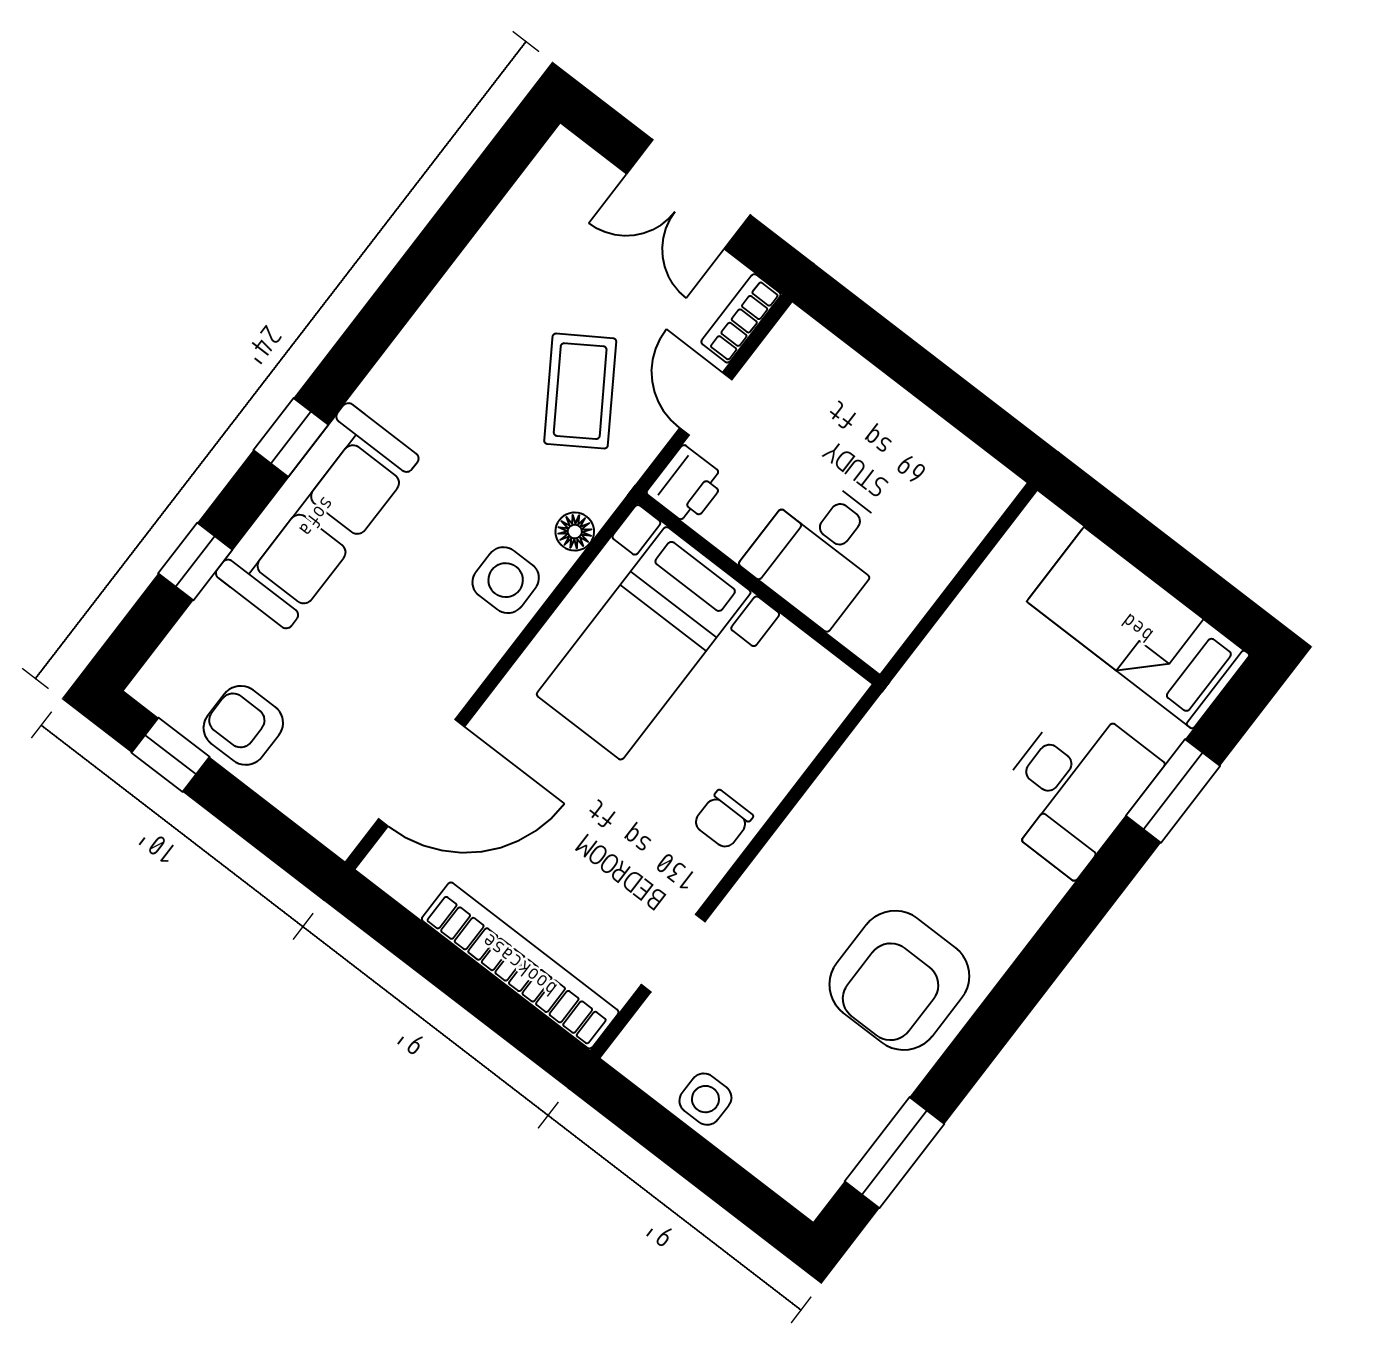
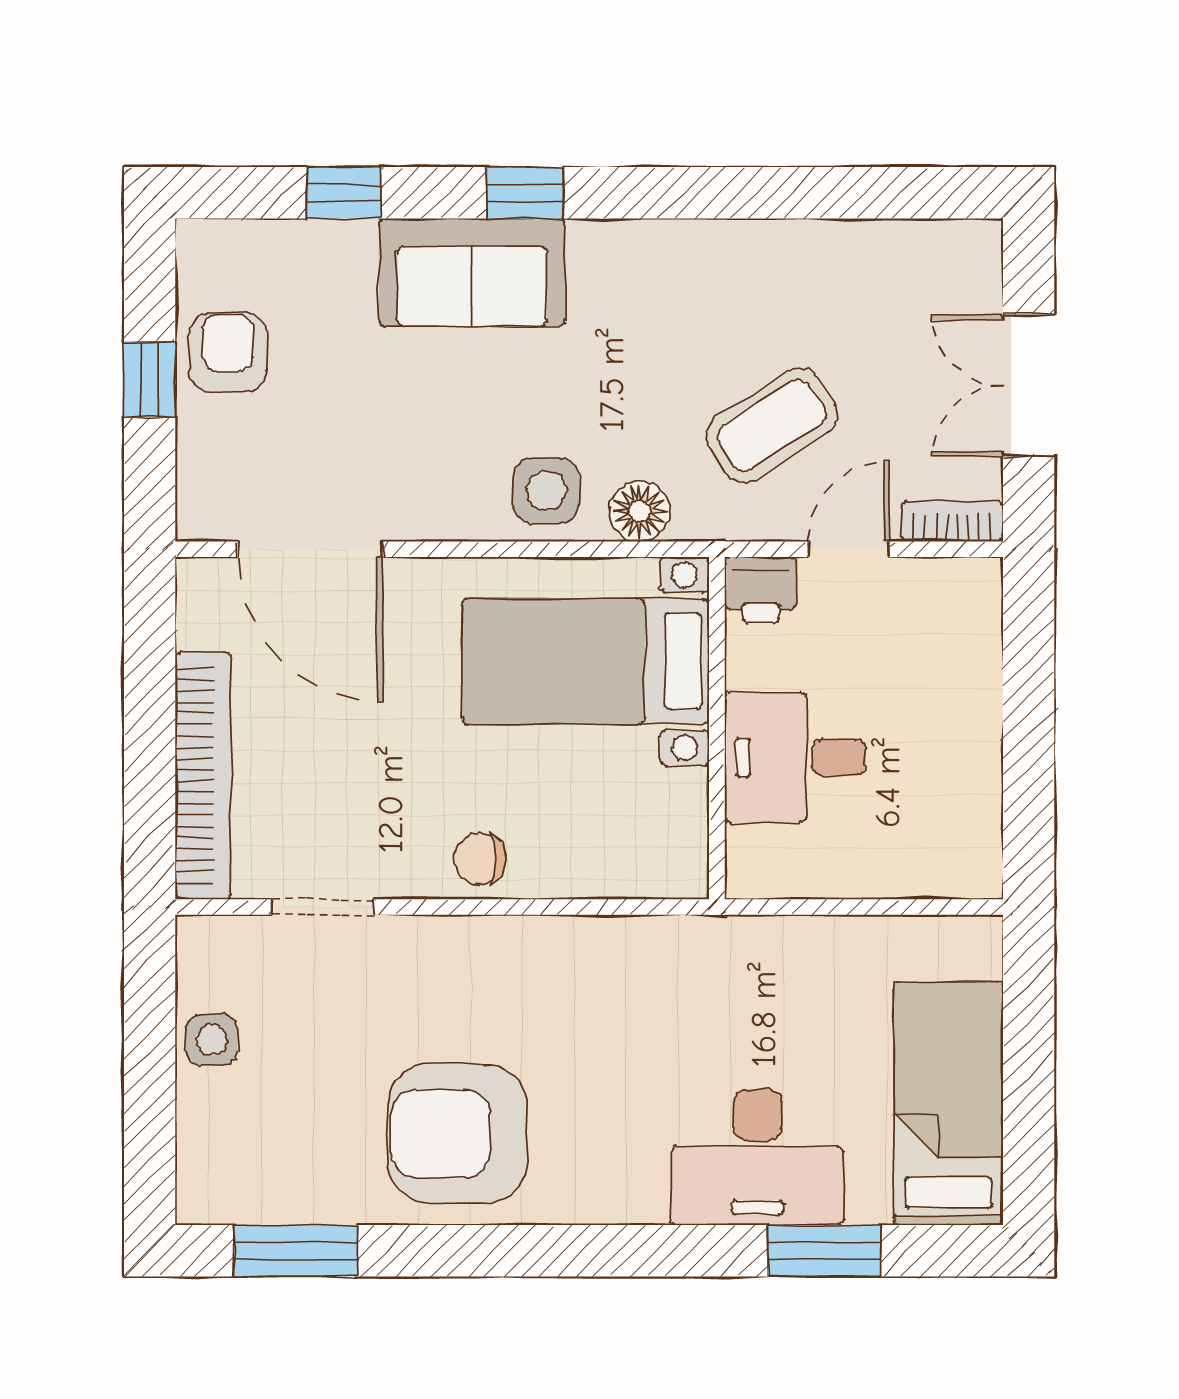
sofa: (317, 516) -> (472, 272), width x0.73
floor lamp: (575, 532) -> (639, 511), width x1.37, depth x1.37
window: (171, 755) -> (150, 380), moved

